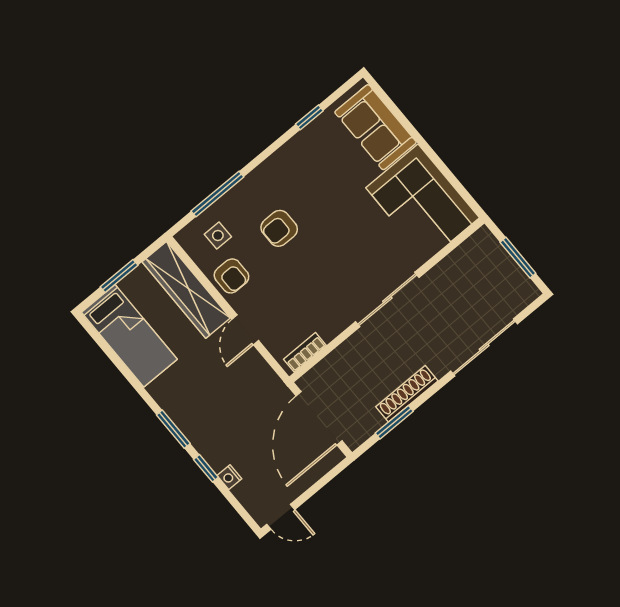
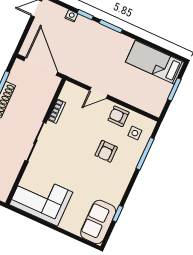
sofa: (376, 127) -> (98, 222), moved, turned -90
armchair: (279, 228) -> (106, 151), turned 180
wardrobe: (186, 290) -> (138, 98), removed
door: (245, 330) -> (99, 93), swing flipped
bookcase: (305, 352) -> (57, 111), moved

